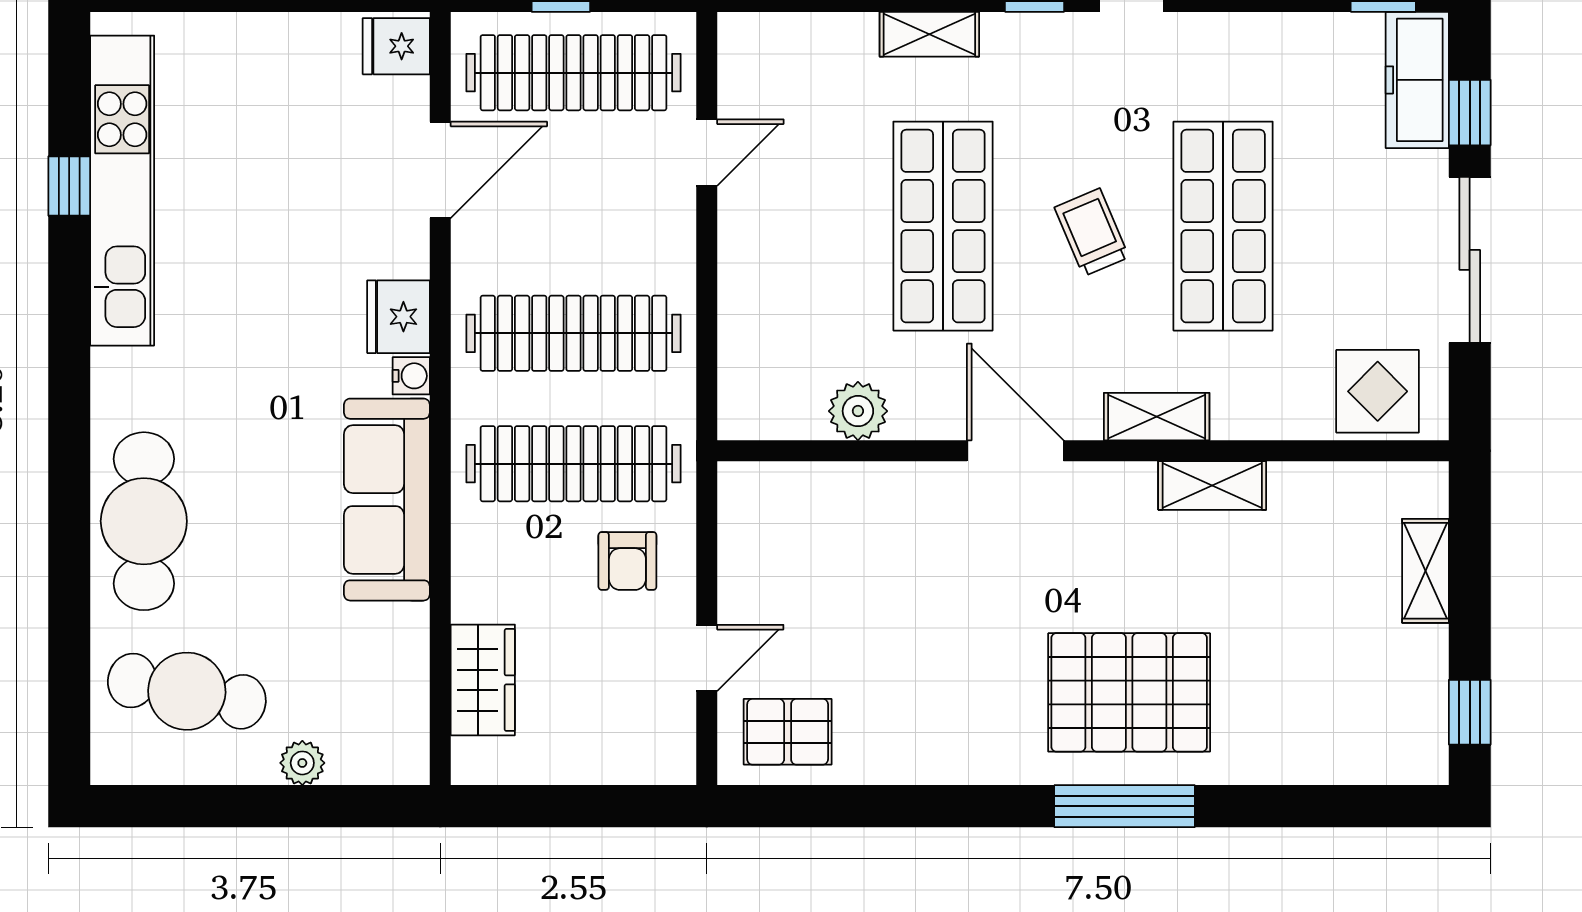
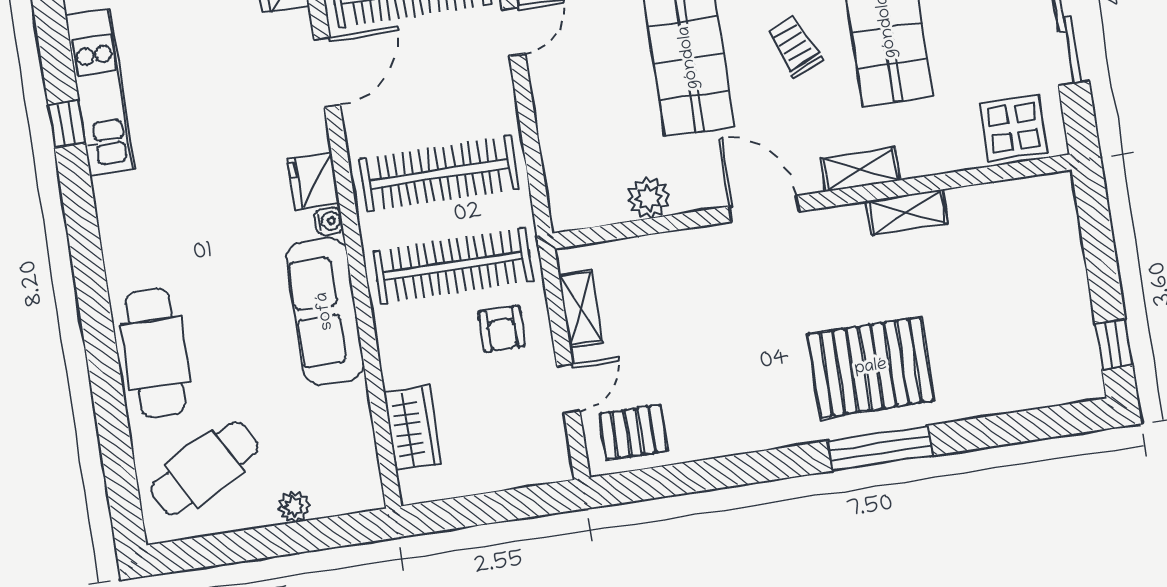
kitchen unit: (122, 191) -> (100, 92), width x0.73
shelving: (1425, 571) -> (581, 309), moved
cafe table: (187, 691) -> (204, 468), turned -40

